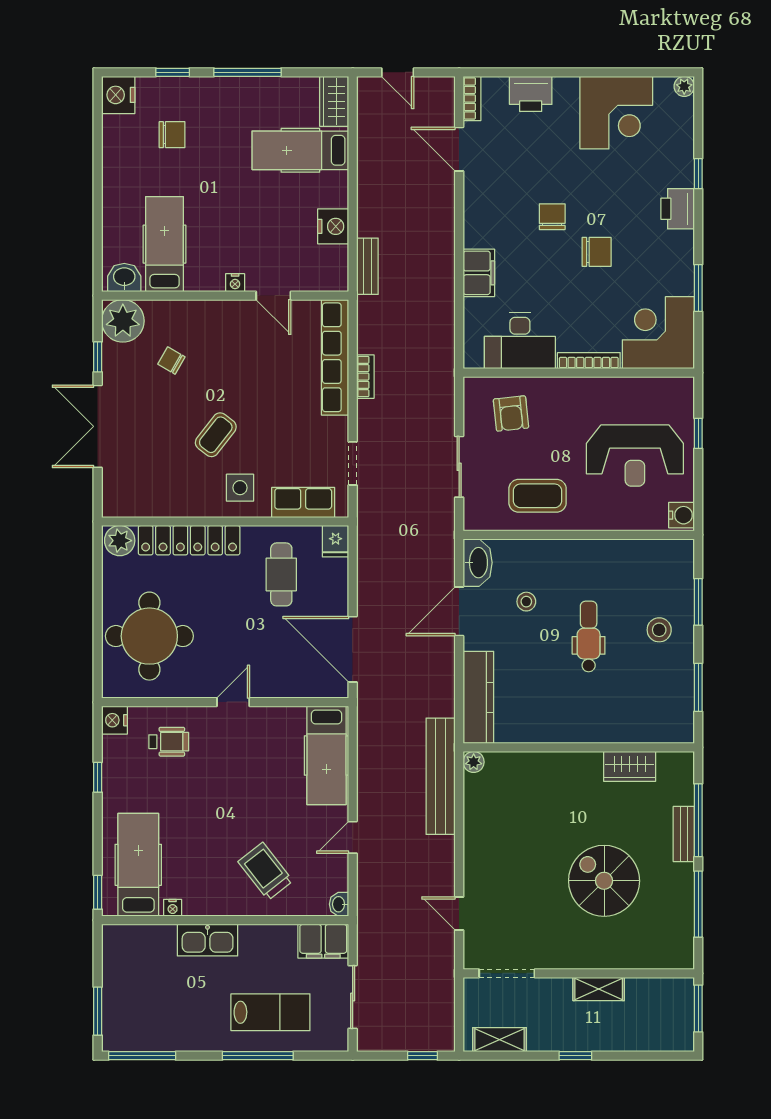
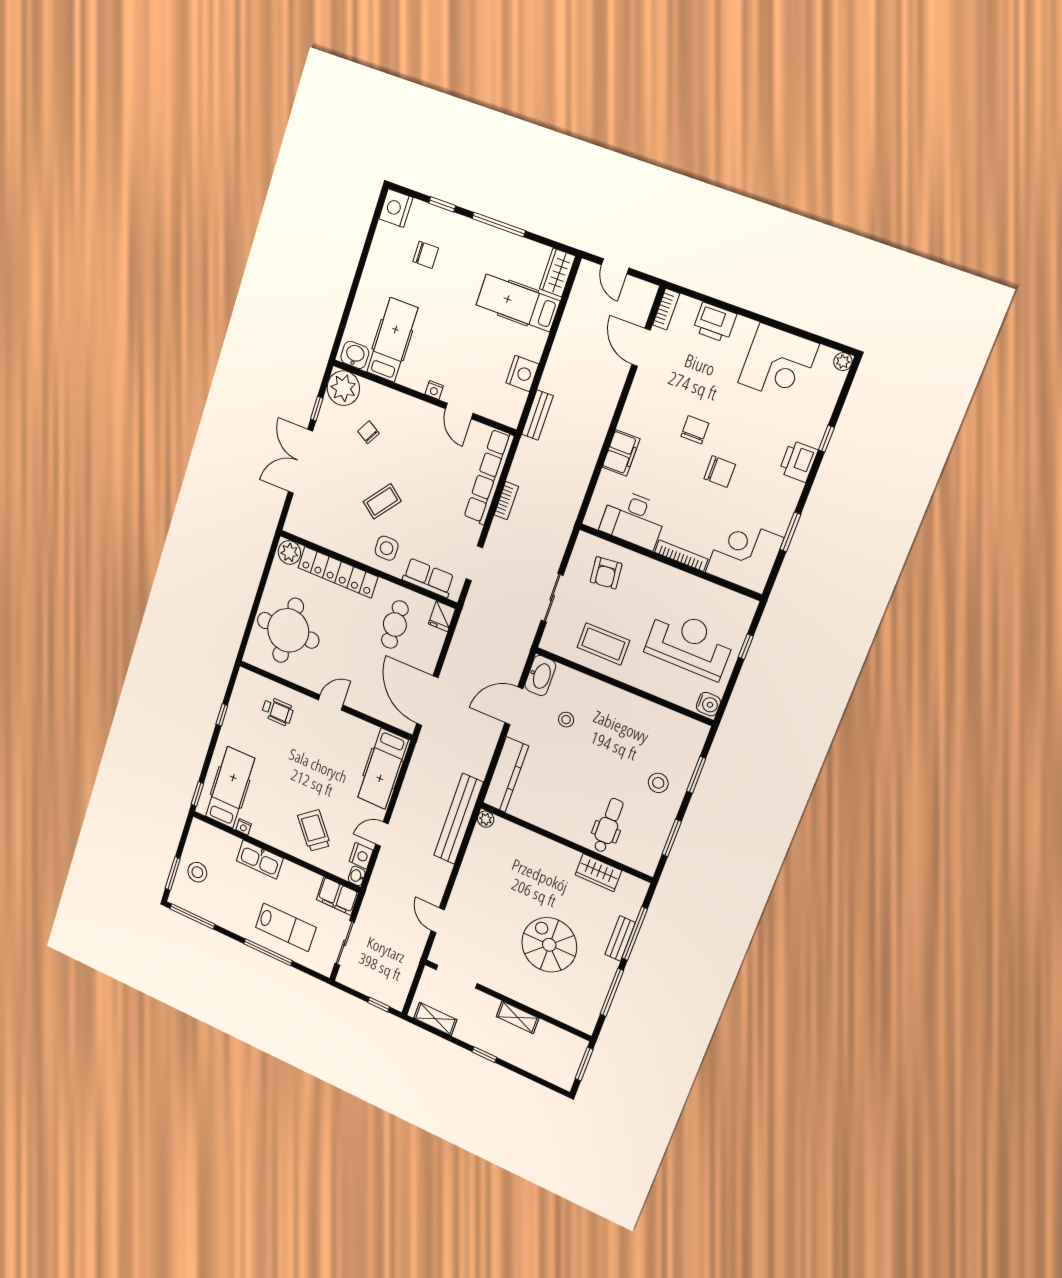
reception desk: (635, 456) -> (690, 644), turned 180
dental chair: (589, 637) -> (608, 825), moved
nightstand: (114, 720) -> (361, 856), moved, turned 180
stool: (130, 994) -> (197, 872), added

